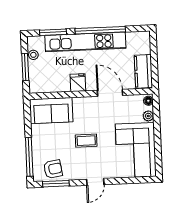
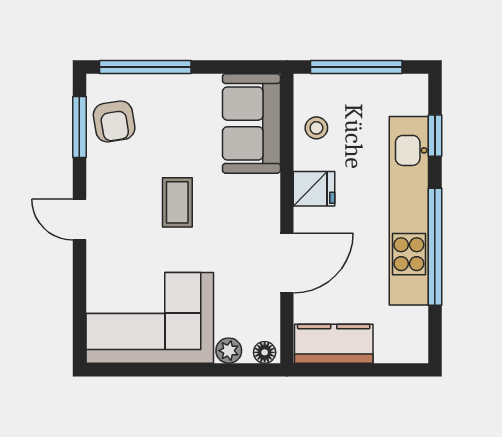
window: (53, 32) -> (435, 136), width x0.67
stool: (33, 55) -> (316, 128), moved
window: (25, 67) -> (356, 67), width x1.44

